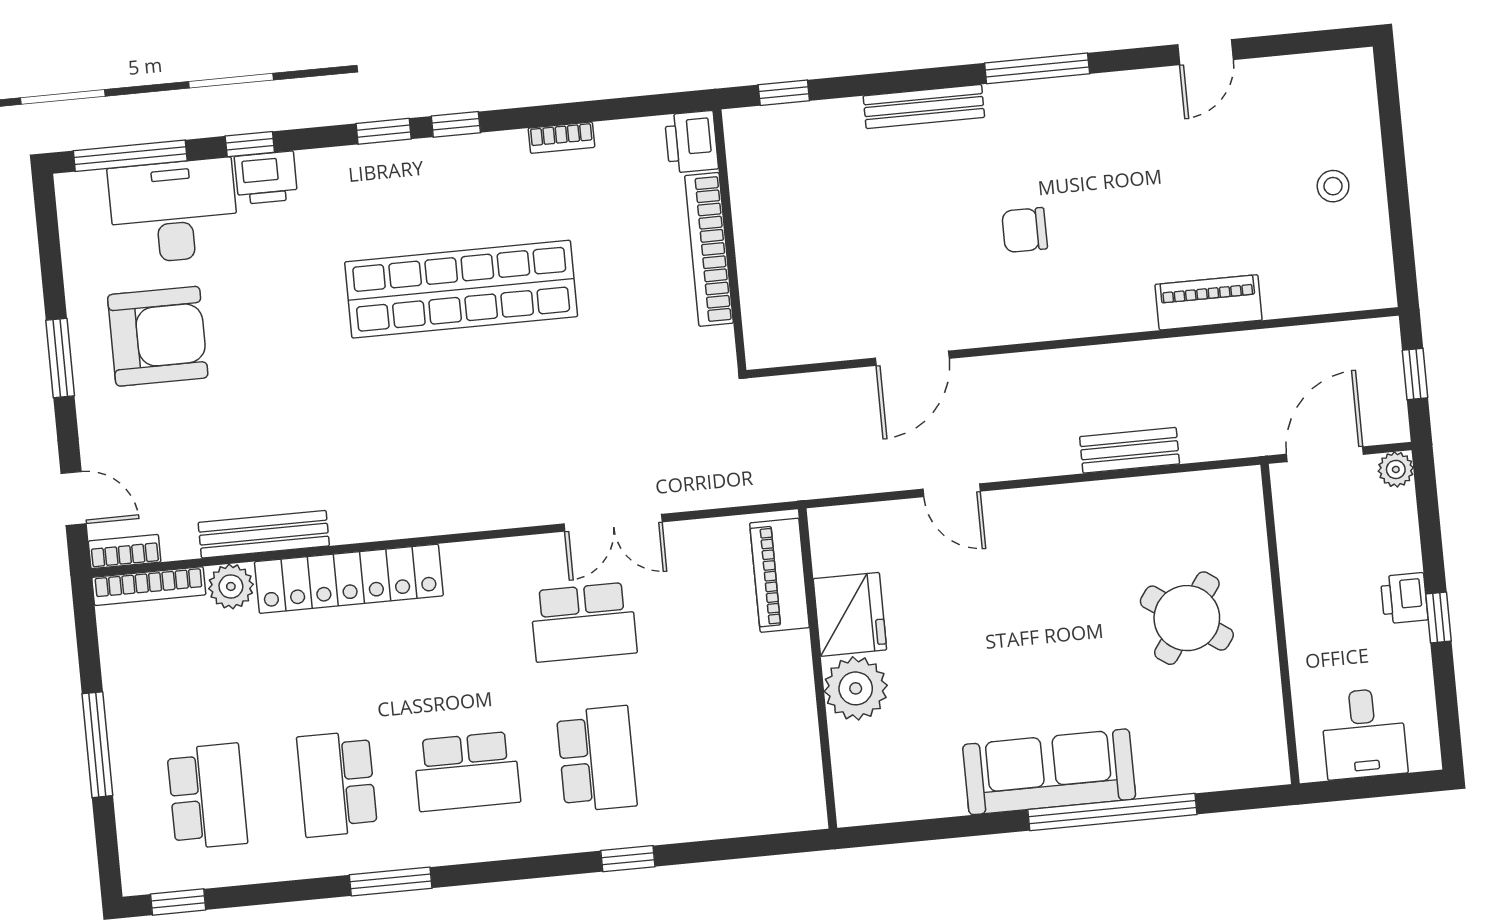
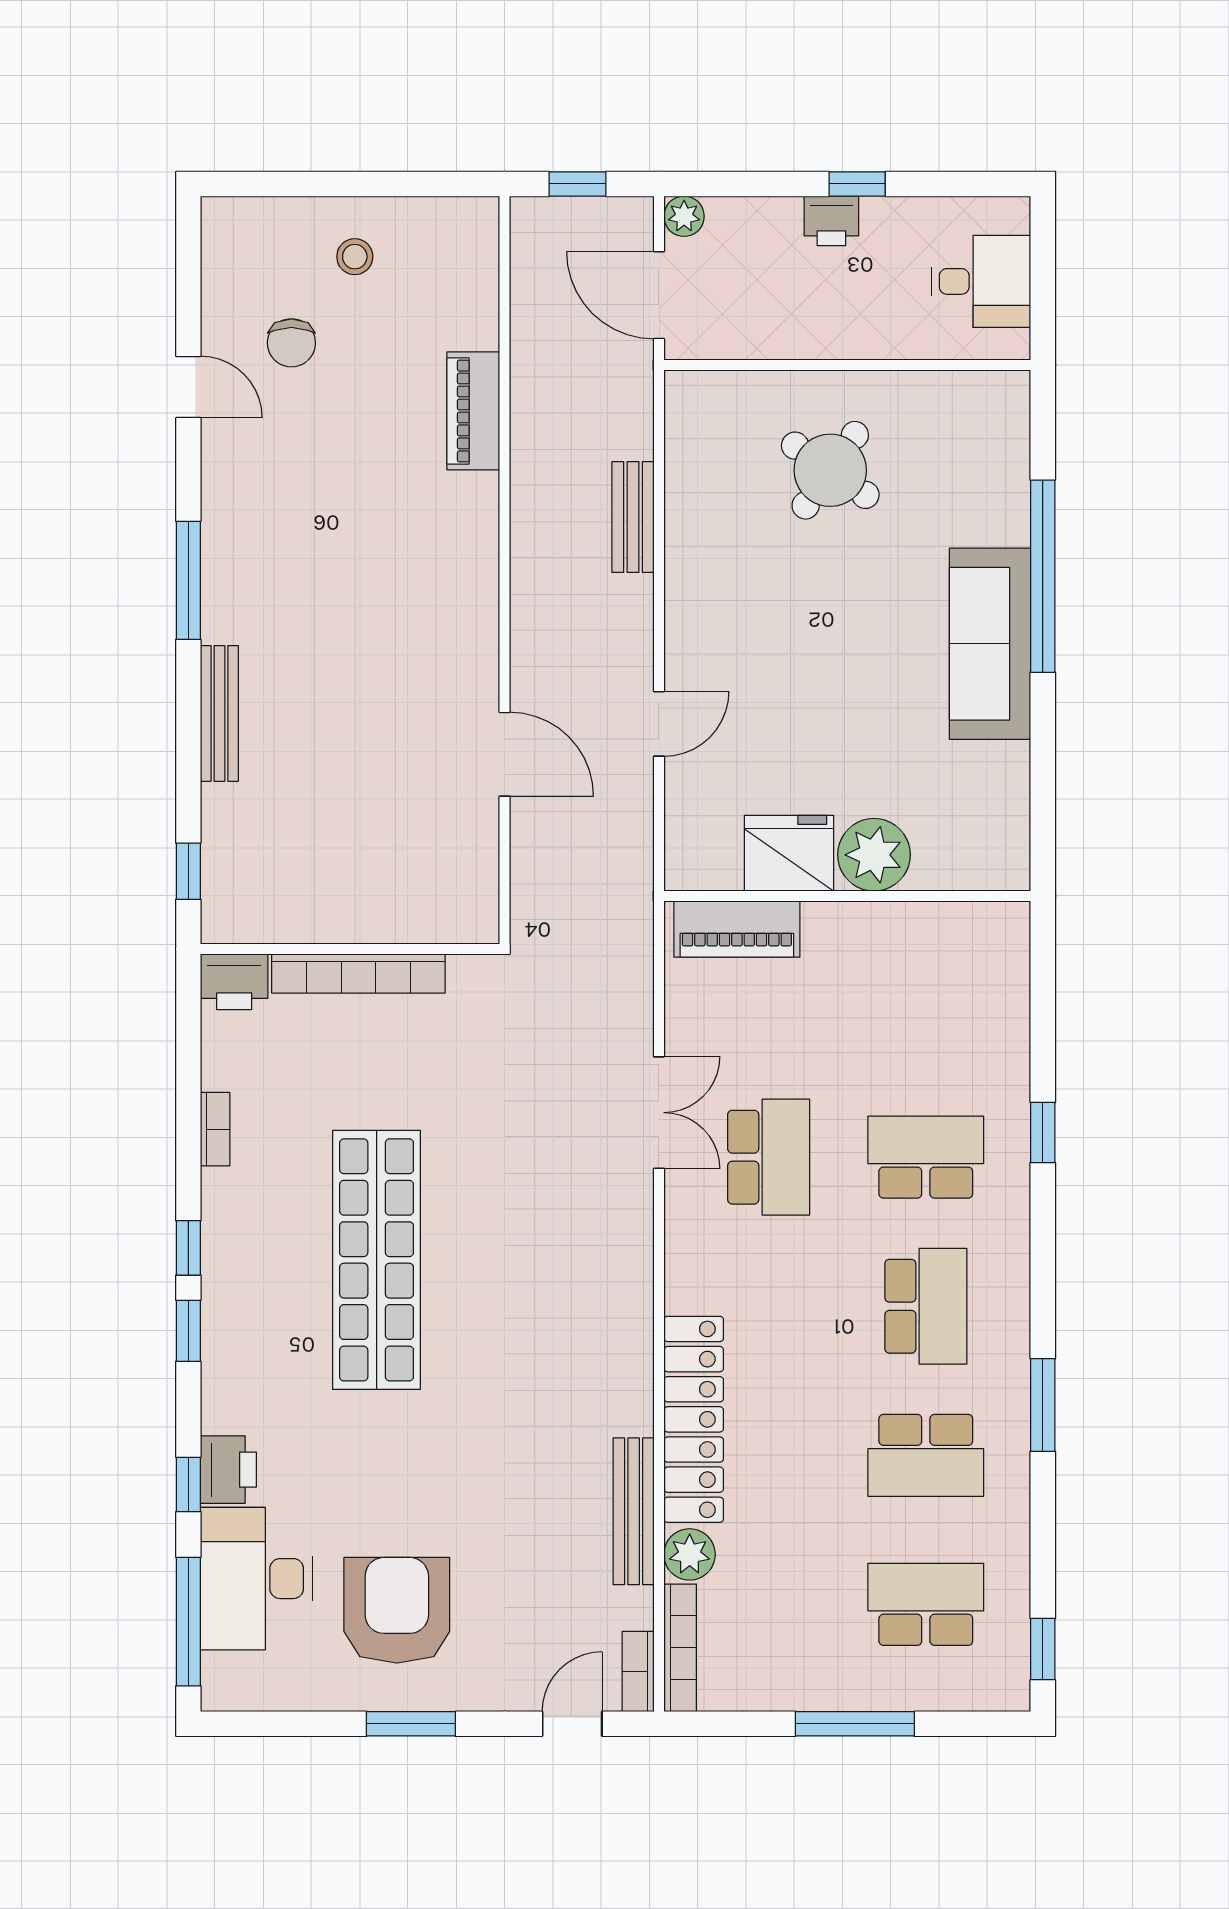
chair: (1025, 230) -> (291, 343), moved

